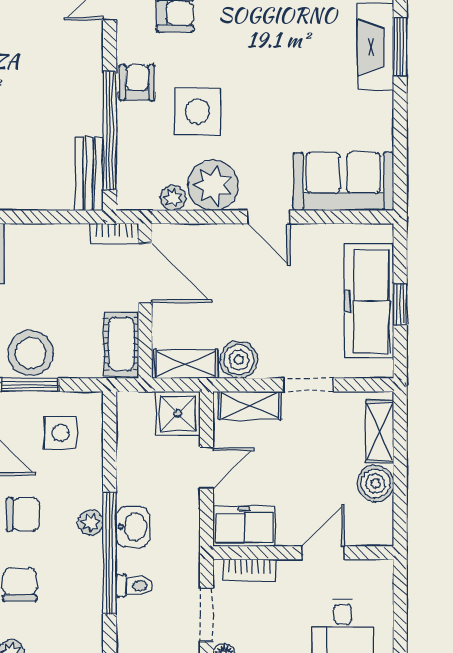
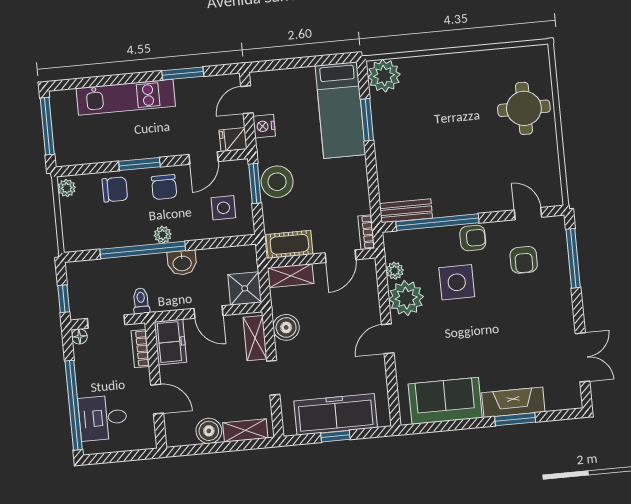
sofa: (343, 181) -> (445, 401), moved, turned -90
door: (145, 273) -> (340, 256), width x0.73
shelving: (186, 364) -> (291, 276), moved, turned 90
washbasin: (133, 527) -> (182, 263), moved
toilet: (134, 586) -> (141, 301), moved, turned 180

